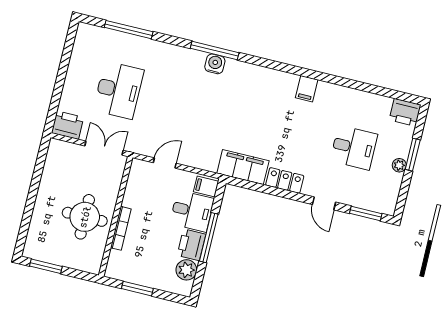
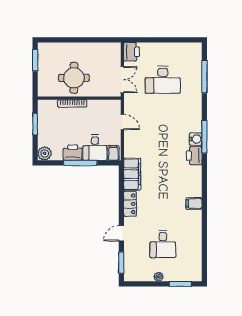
printer: (405, 112) -> (194, 156), moved
window: (413, 155) -> (180, 284), moved
plant: (186, 270) -> (45, 153), moved

